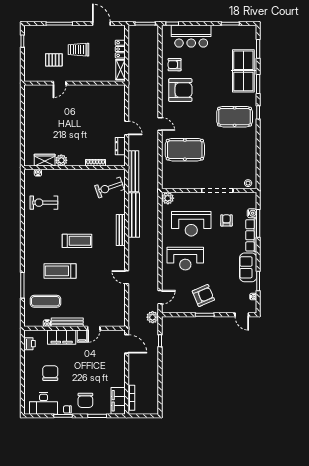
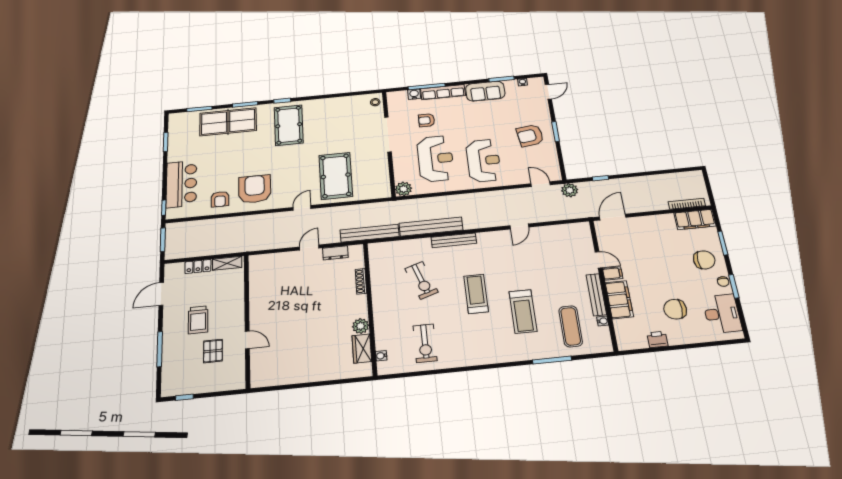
exercise bike: (109, 188) -> (421, 280), moved
armchair: (203, 295) -> (530, 136), turned -75
printer: (29, 344) -> (657, 339), moved

